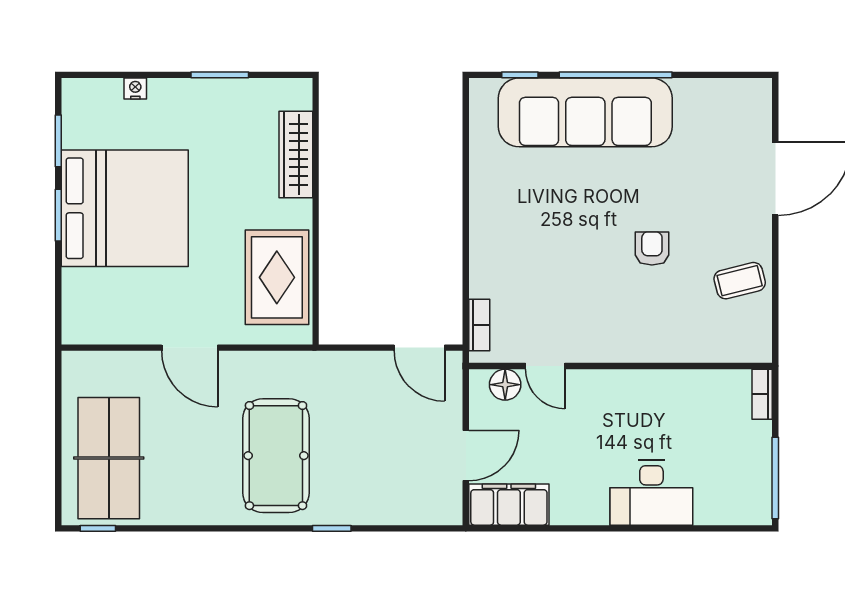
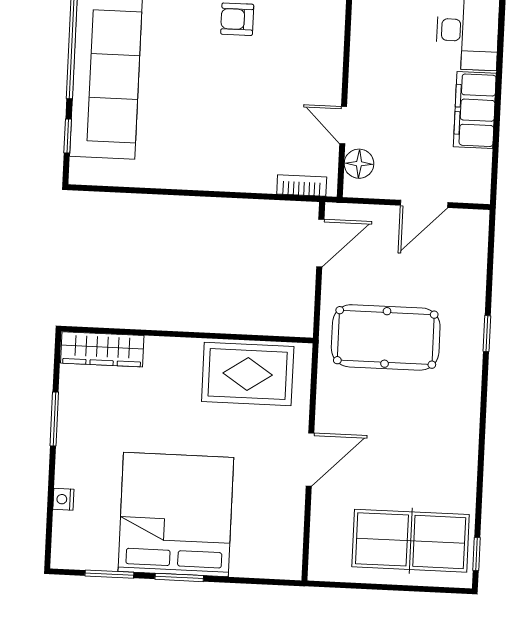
wardrobe: (296, 154) -> (102, 349), moved
door: (545, 366) -> (343, 125), swing flipped
pool table: (276, 456) -> (386, 337), moved
door: (466, 456) -> (424, 204), swing flipped
filing cabinet: (509, 505) -> (475, 110), moved

